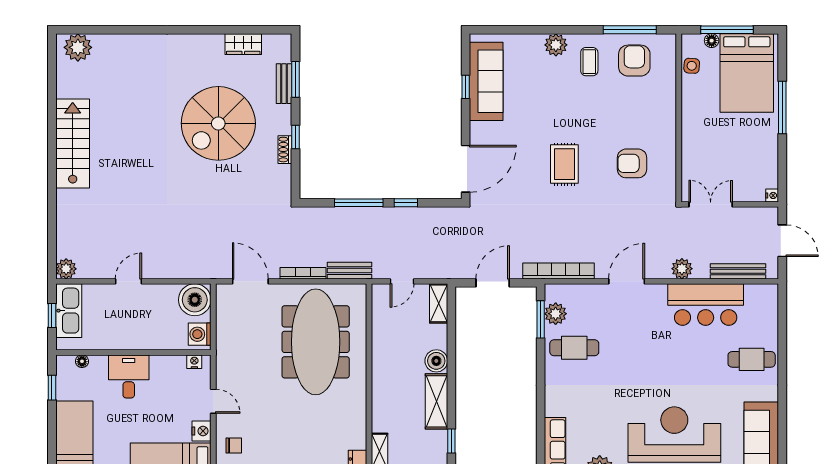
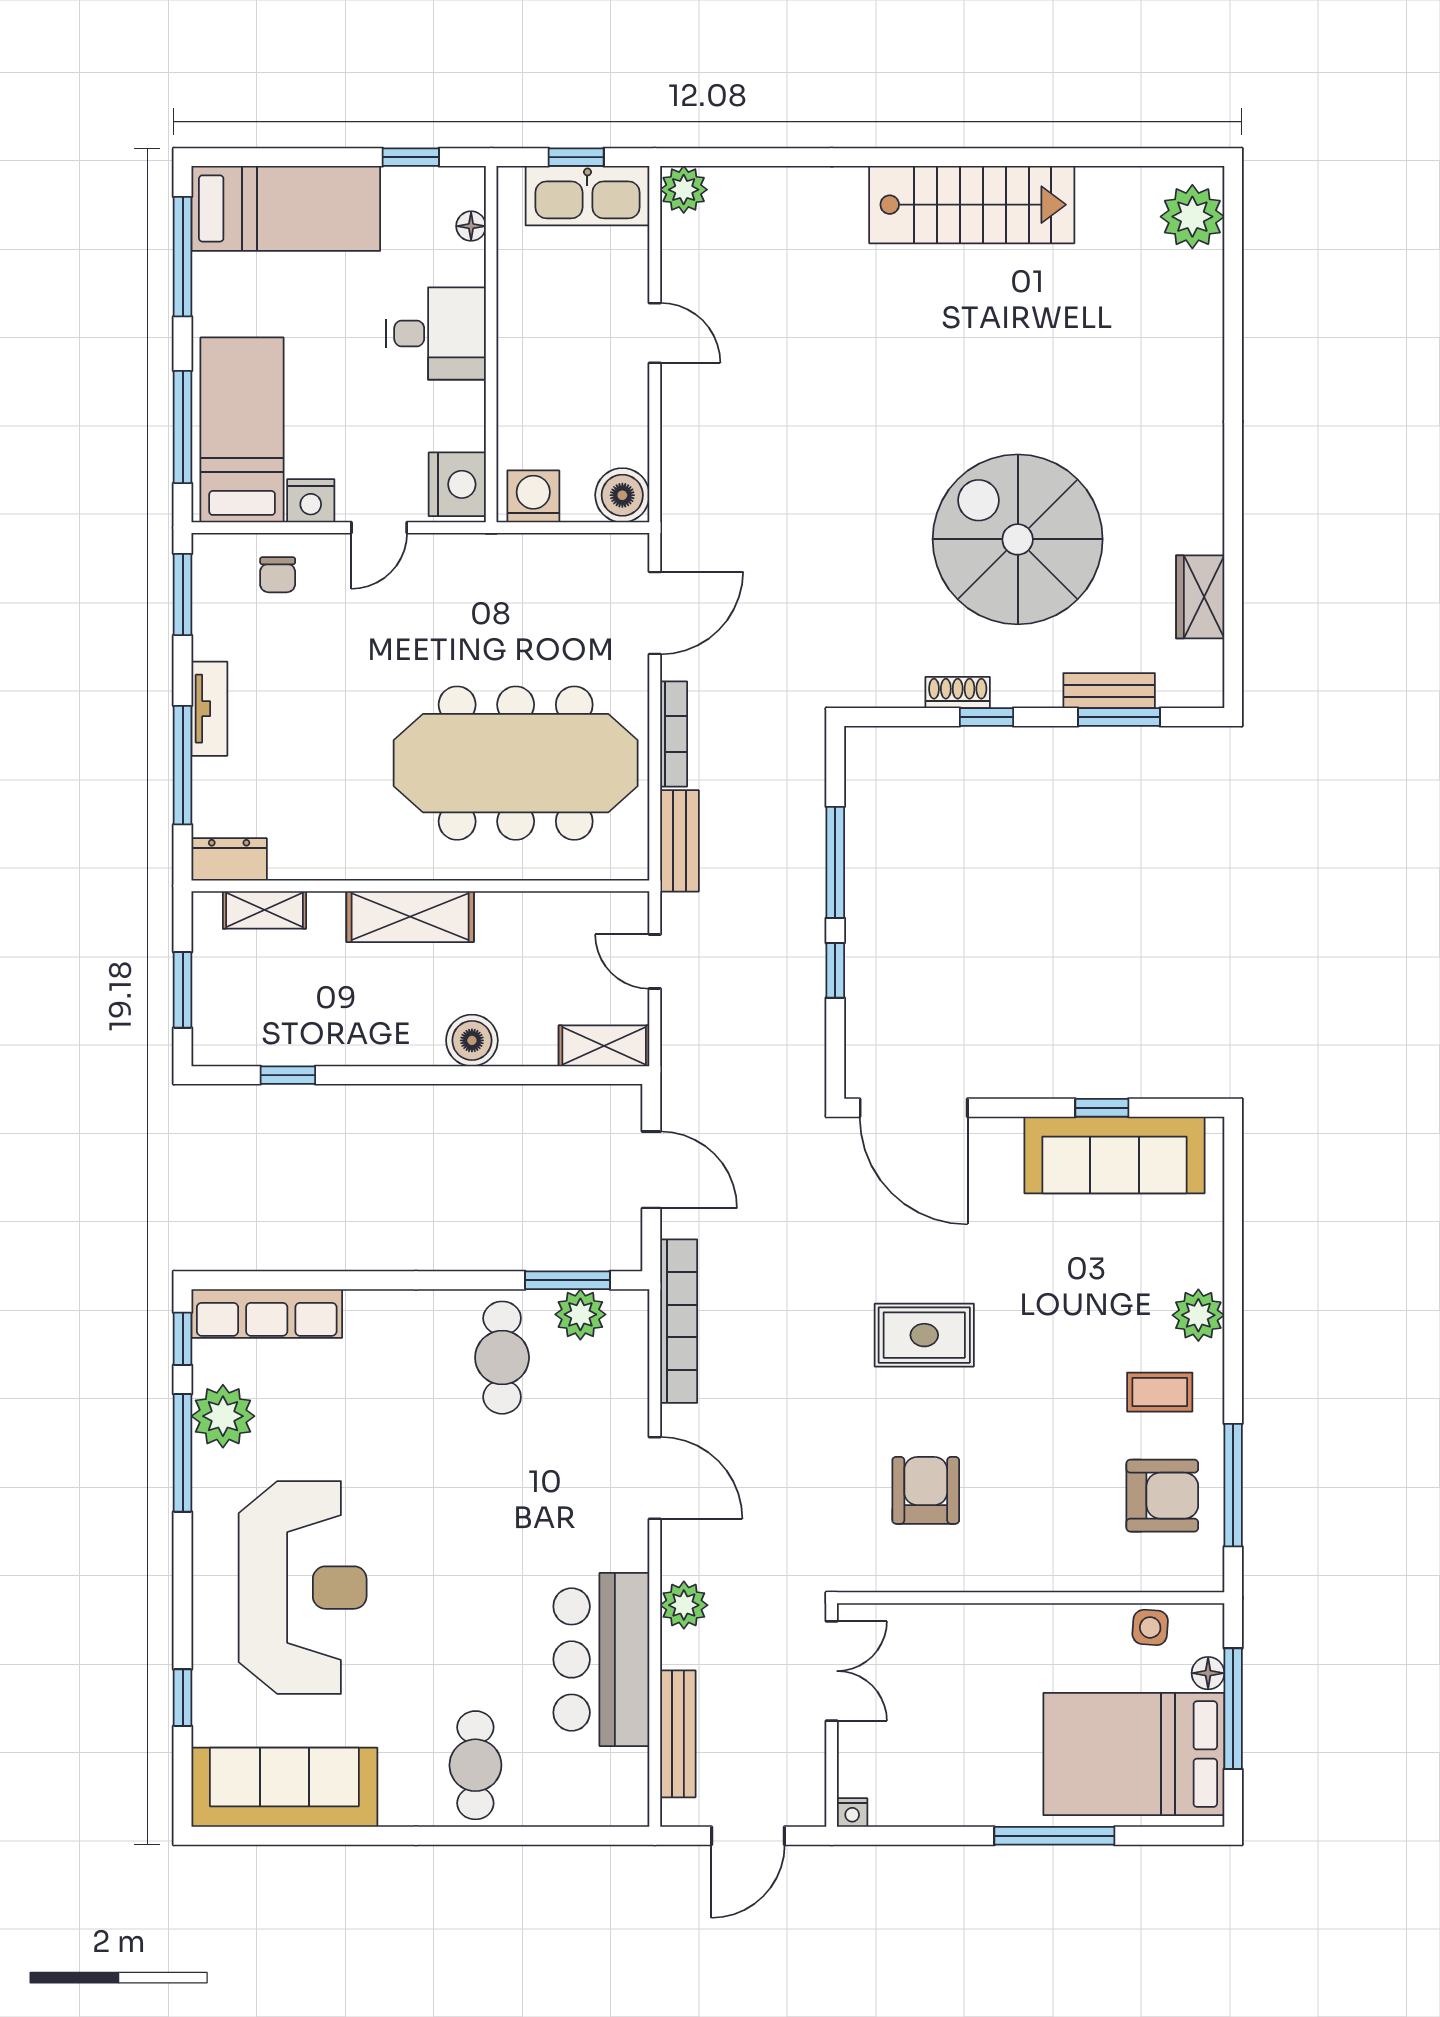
boiler: (195, 300) -> (622, 495), width x0.73, depth x0.73
nightstand: (194, 362) -> (457, 484), width x1.89, depth x1.79
shelving: (436, 401) -> (410, 917), moved

